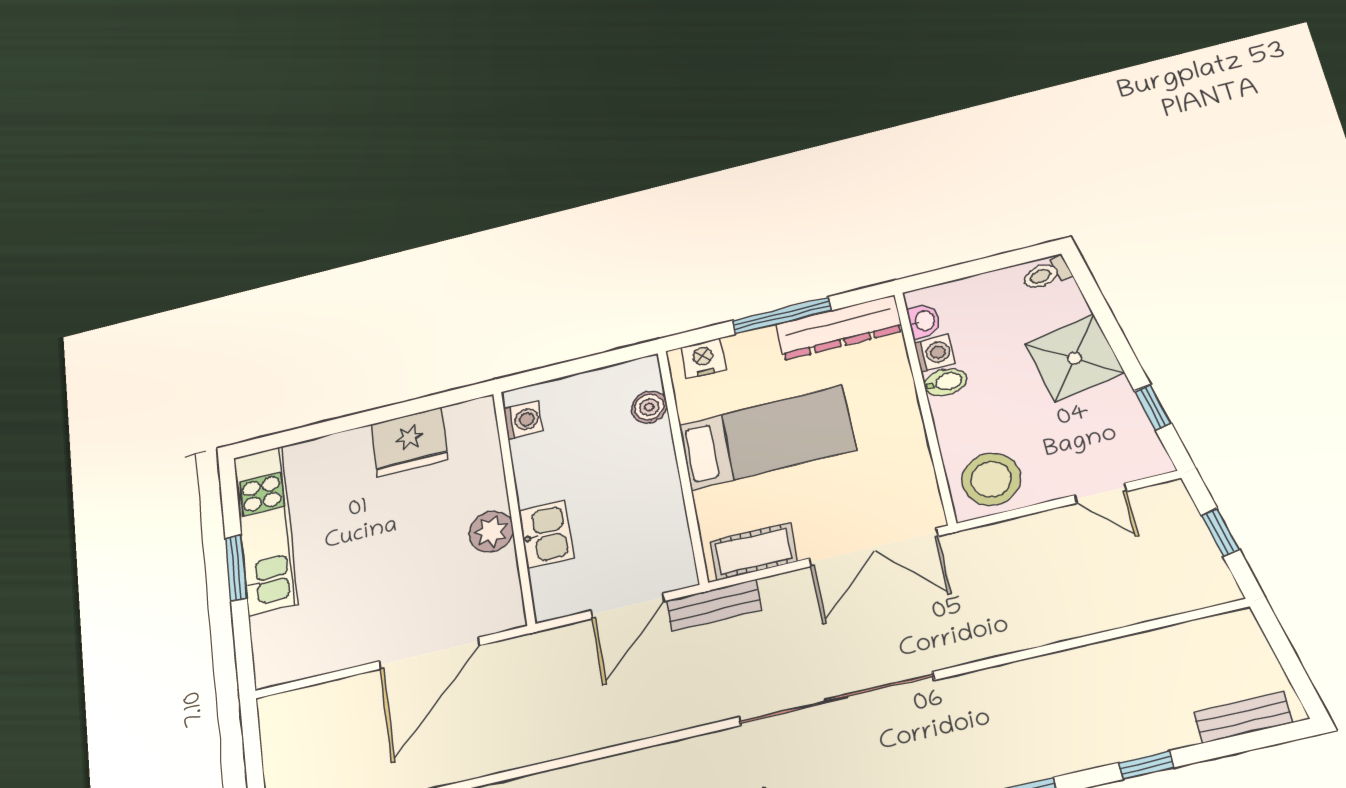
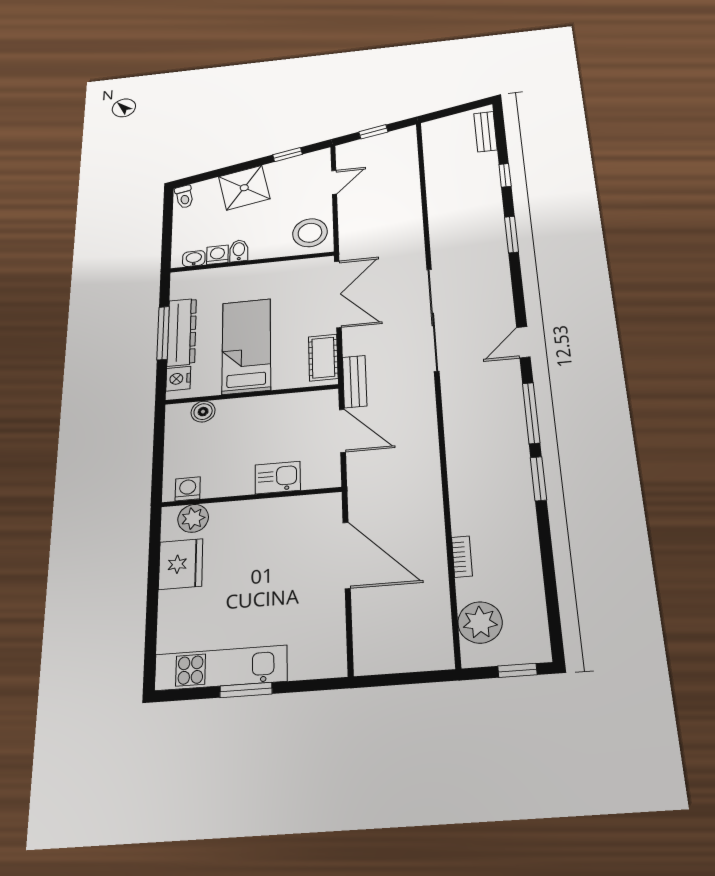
dresser: (839, 328) -> (182, 332), moved
plant: (491, 532) -> (193, 518), moved

